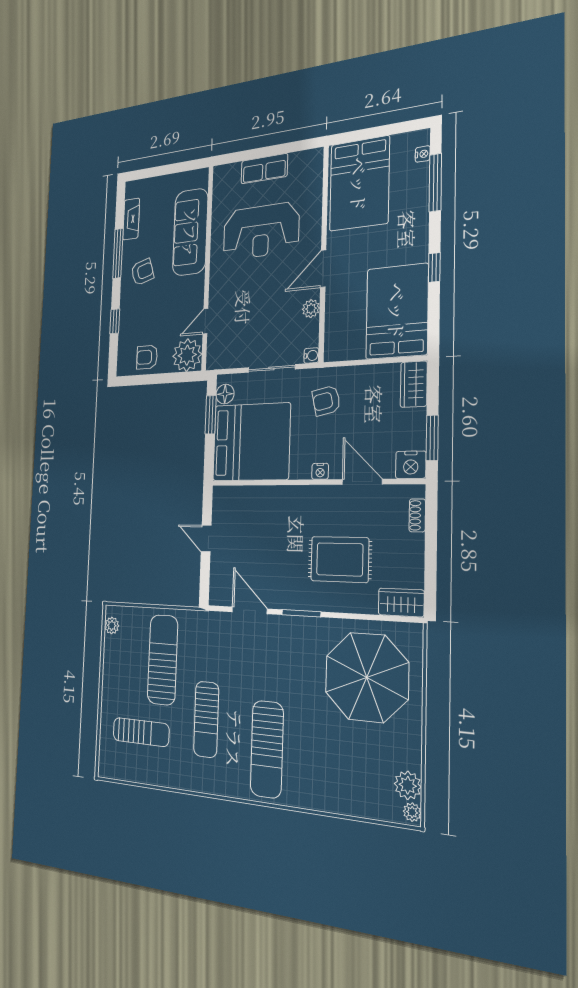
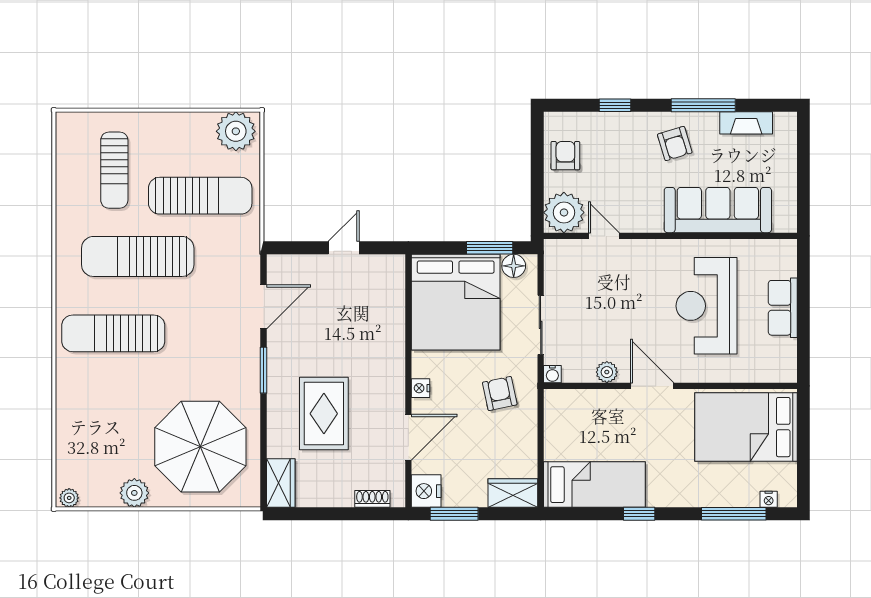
bed: (397, 311) -> (594, 485), width x0.67
plant: (112, 626) -> (236, 131), width x1.87, depth x1.87
sun lounger: (206, 719) -> (138, 256), width x1.36, depth x1.34
plant: (408, 785) -> (134, 493), moved

